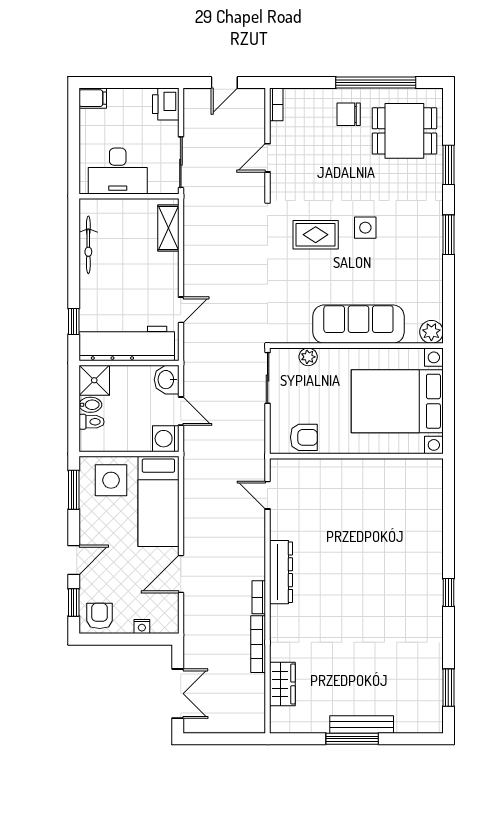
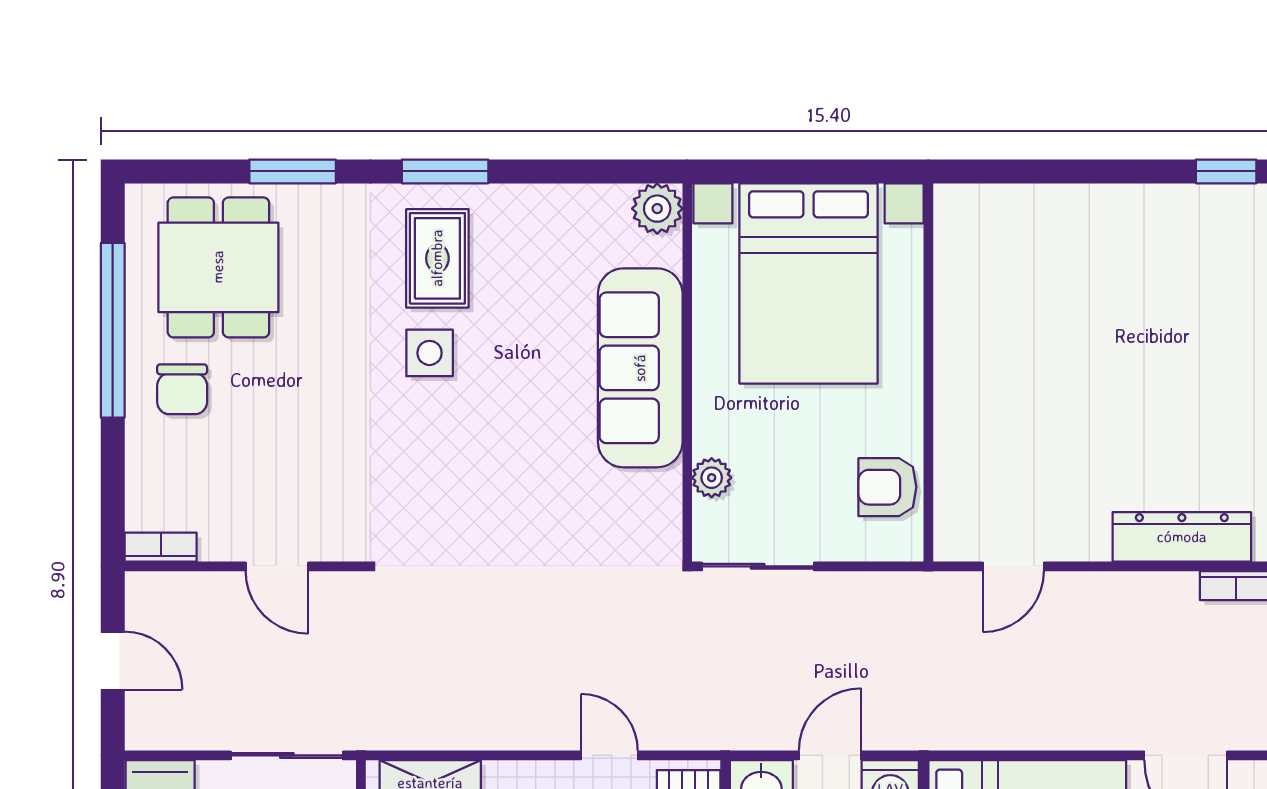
rug: (316, 235) -> (437, 258), moved
armchair: (304, 437) -> (887, 487), turned -90

